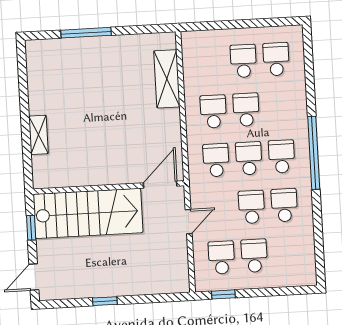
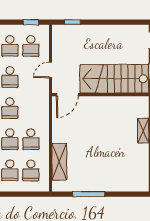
window: (86, 33) -> (89, 194), moved
school desk: (216, 160) -> (31, 170), moved
window: (105, 301) -> (72, 22), moved

